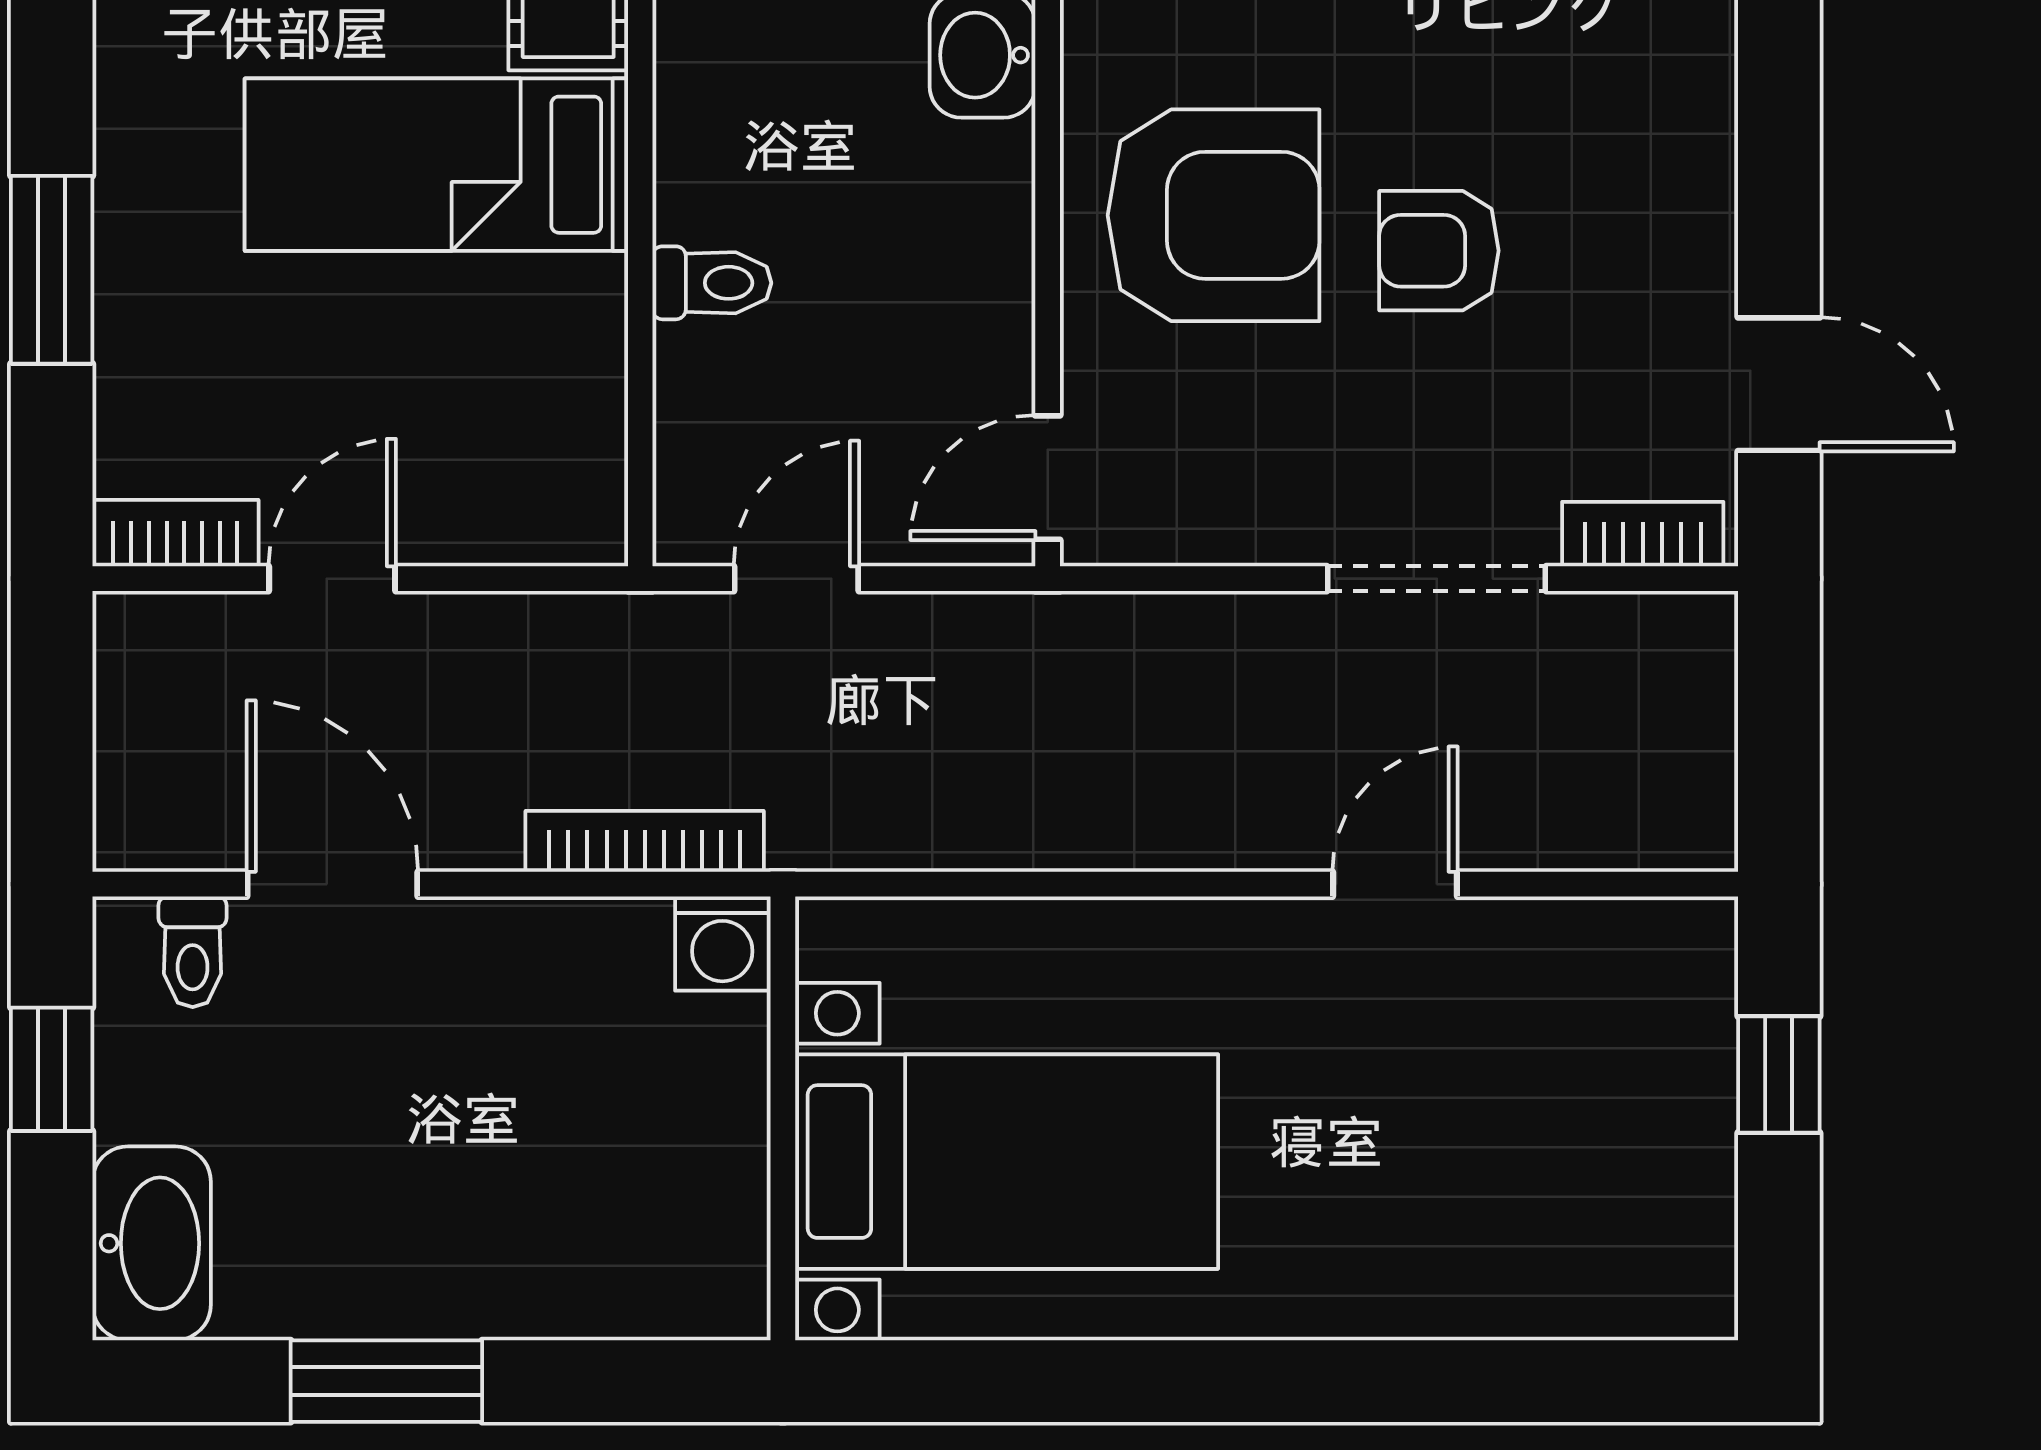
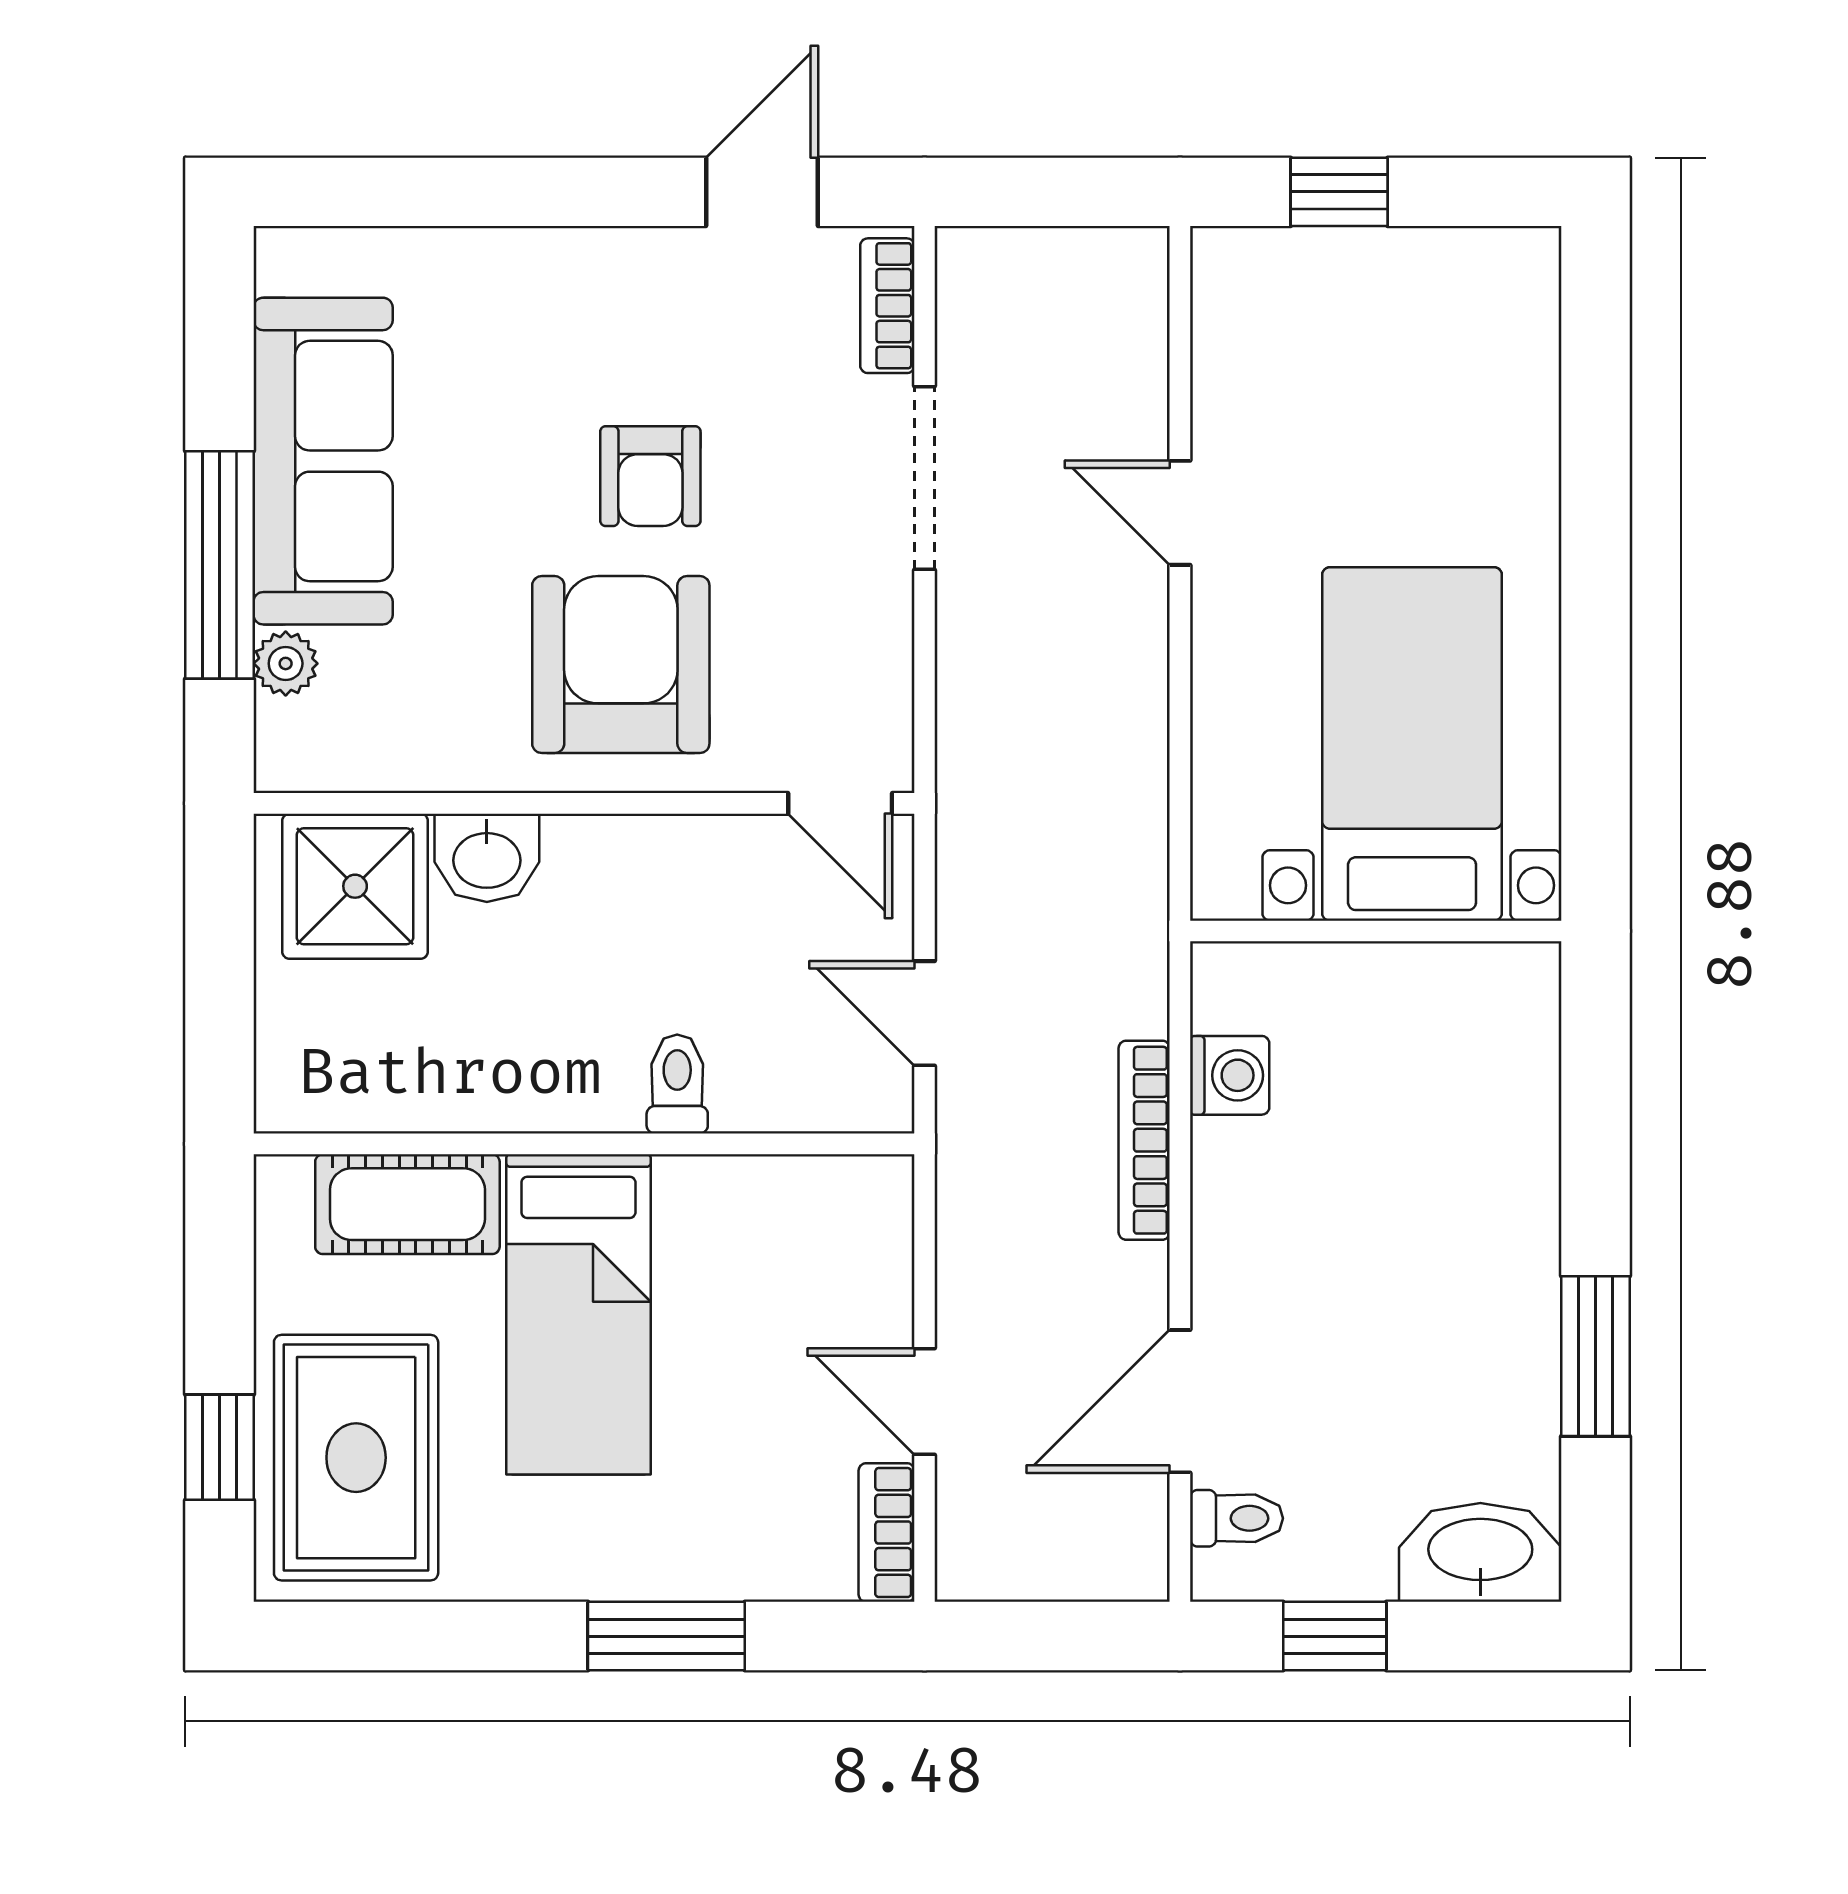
wall: (783, 1118) -> (1376, 931), moved
bed with nightstands: (1007, 1162) -> (1412, 744), moved

